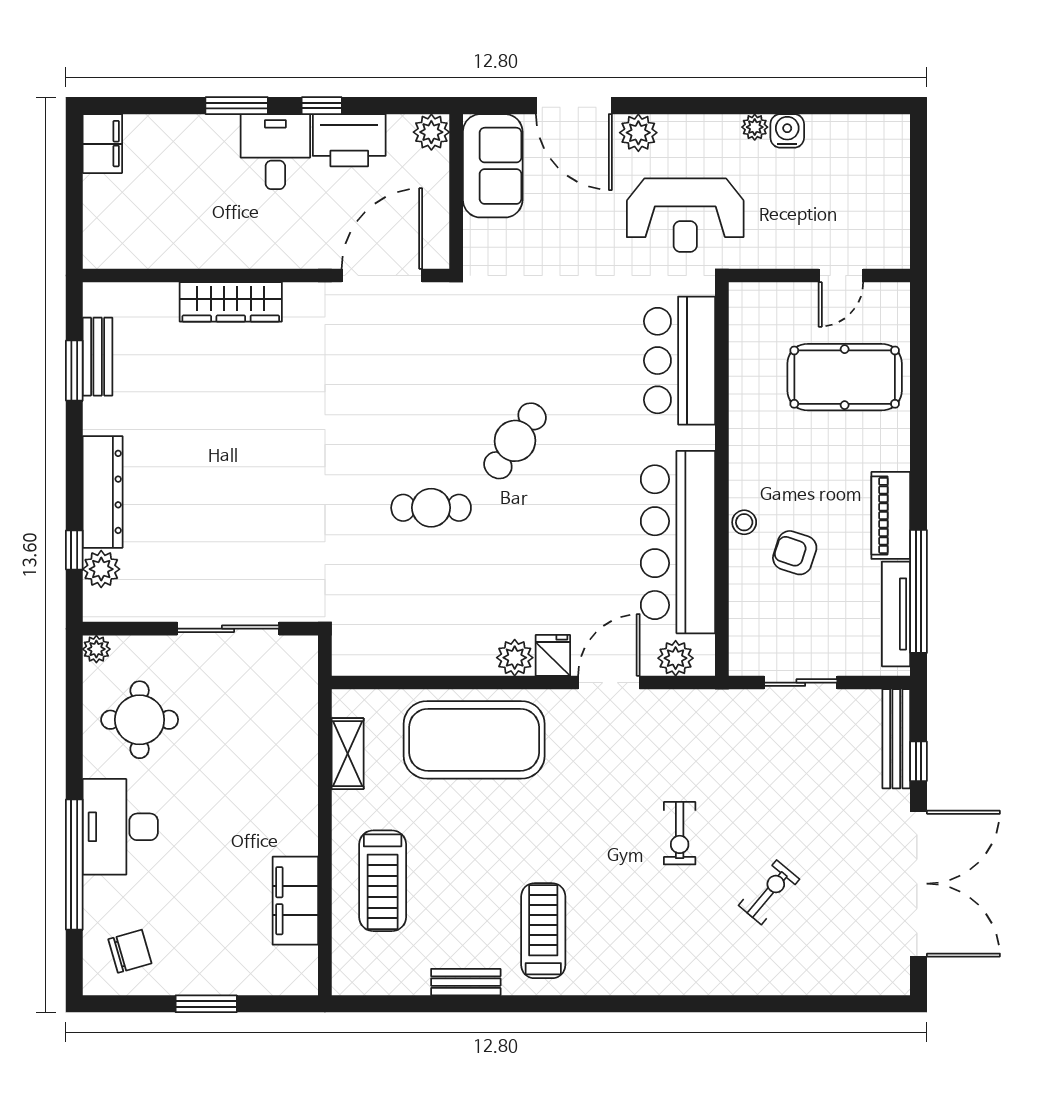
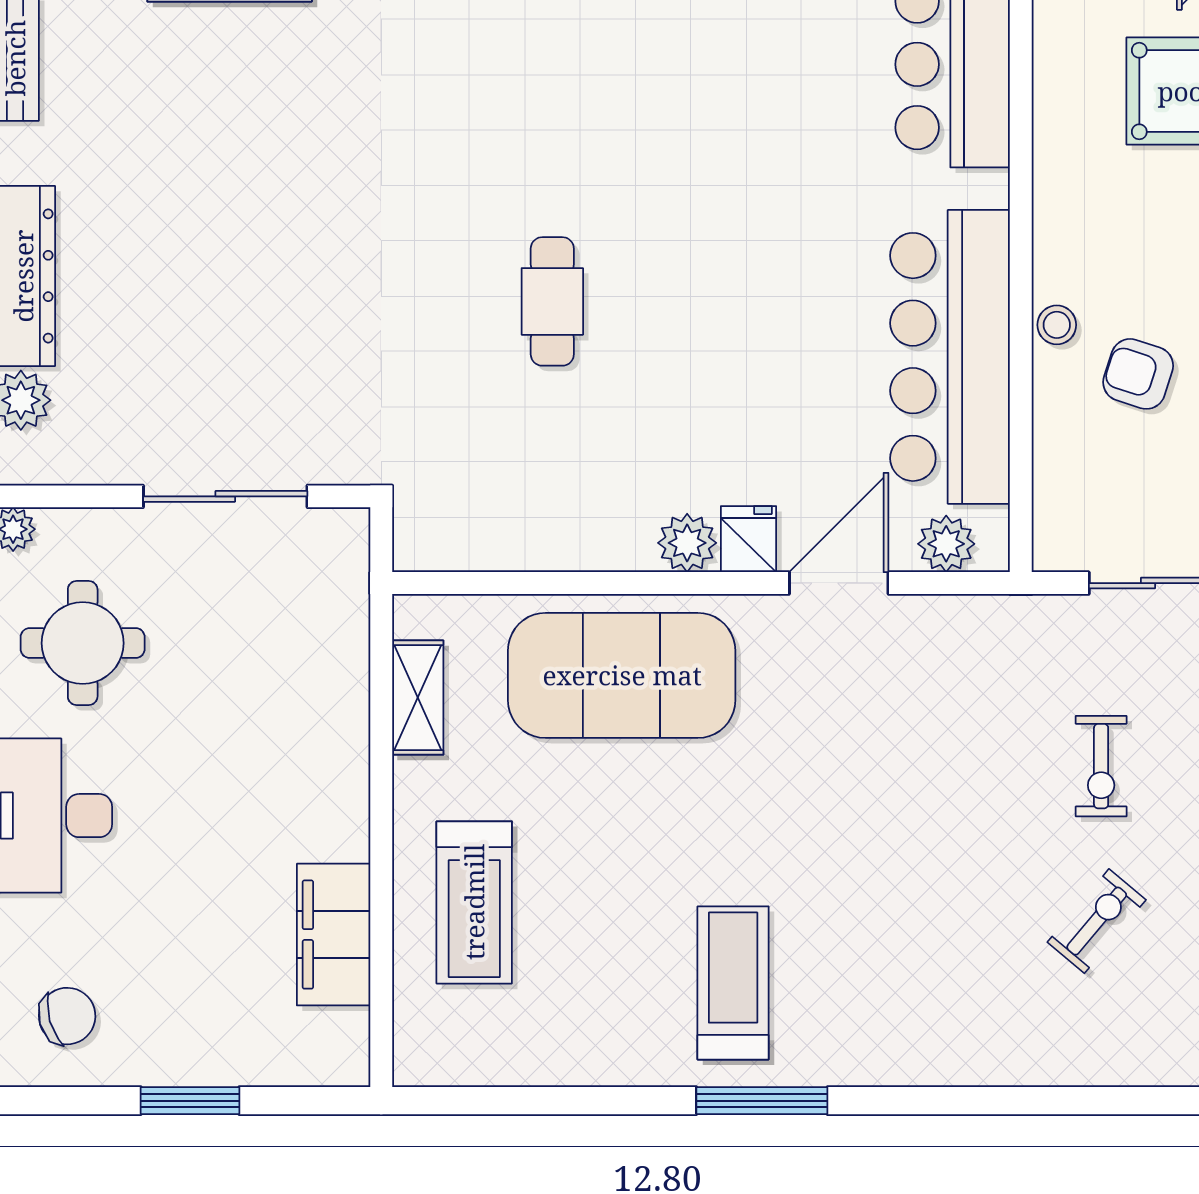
cafe table: (515, 441) -> (688, 194), removed
cafe table: (431, 508) -> (552, 301), turned 90
exercise bike: (680, 833) -> (1101, 766), moved
bench: (466, 982) -> (608, 1066), removed
window: (561, 1004) -> (762, 1101), added

